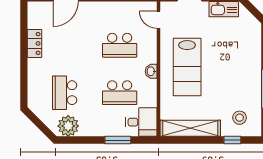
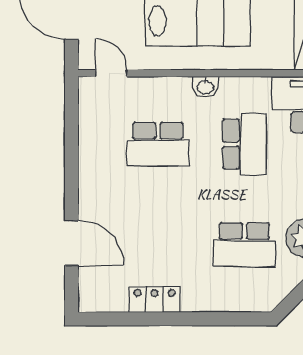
door: (158, 20) -> (111, 73), swing flipped
school desk: (120, 45) -> (158, 144), turned 90

